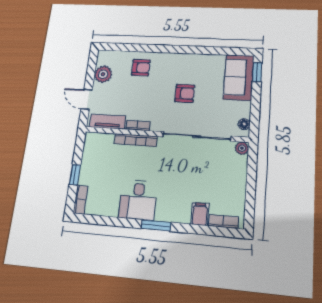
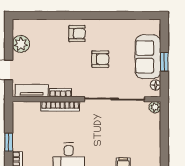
armchair: (141, 68) -> (77, 34), moved
window: (257, 72) -> (164, 62), moved
sofa: (239, 77) -> (148, 57), moved

